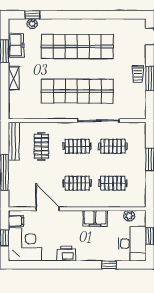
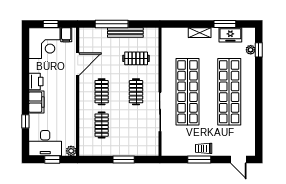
bench: (14, 141) -> (125, 32), moved
clothes rail: (113, 146) -> (136, 125), removed
plant: (129, 216) -> (71, 151), moved
filing cabinet: (95, 218) -> (36, 102), moved, turned 180

